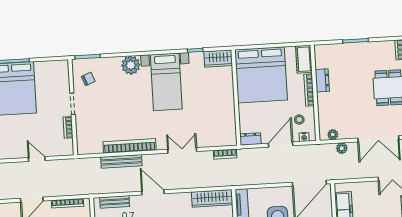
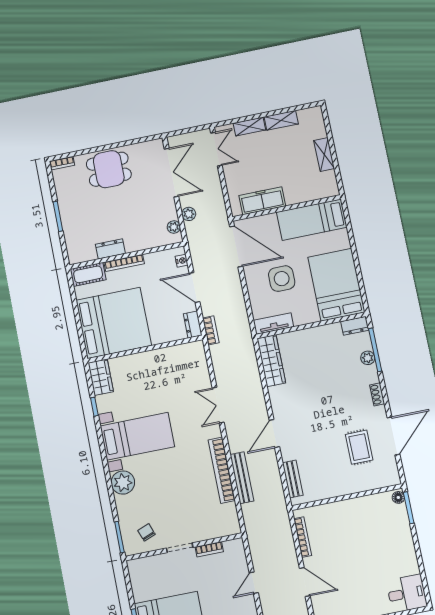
stool: (299, 120) -> (161, 270), removed
bookcase: (225, 154) -> (211, 330), moved

